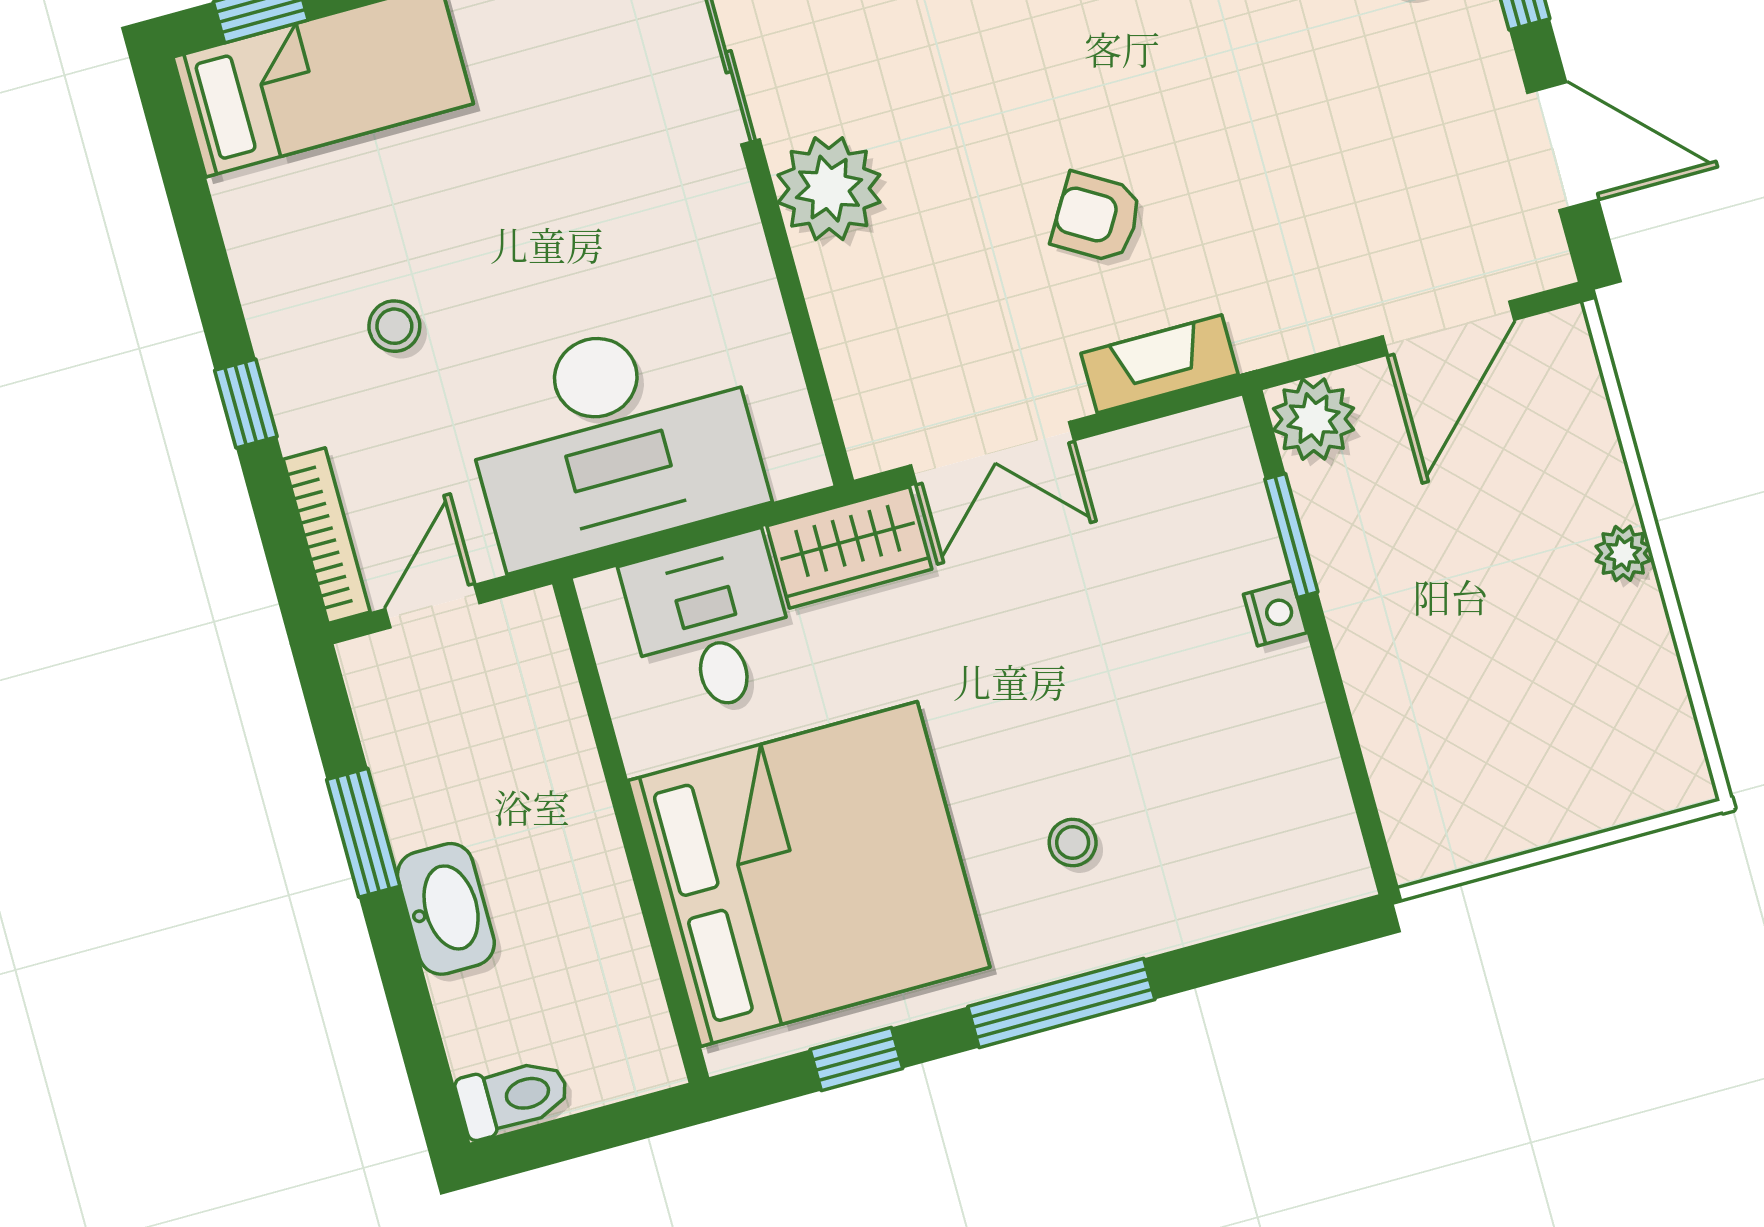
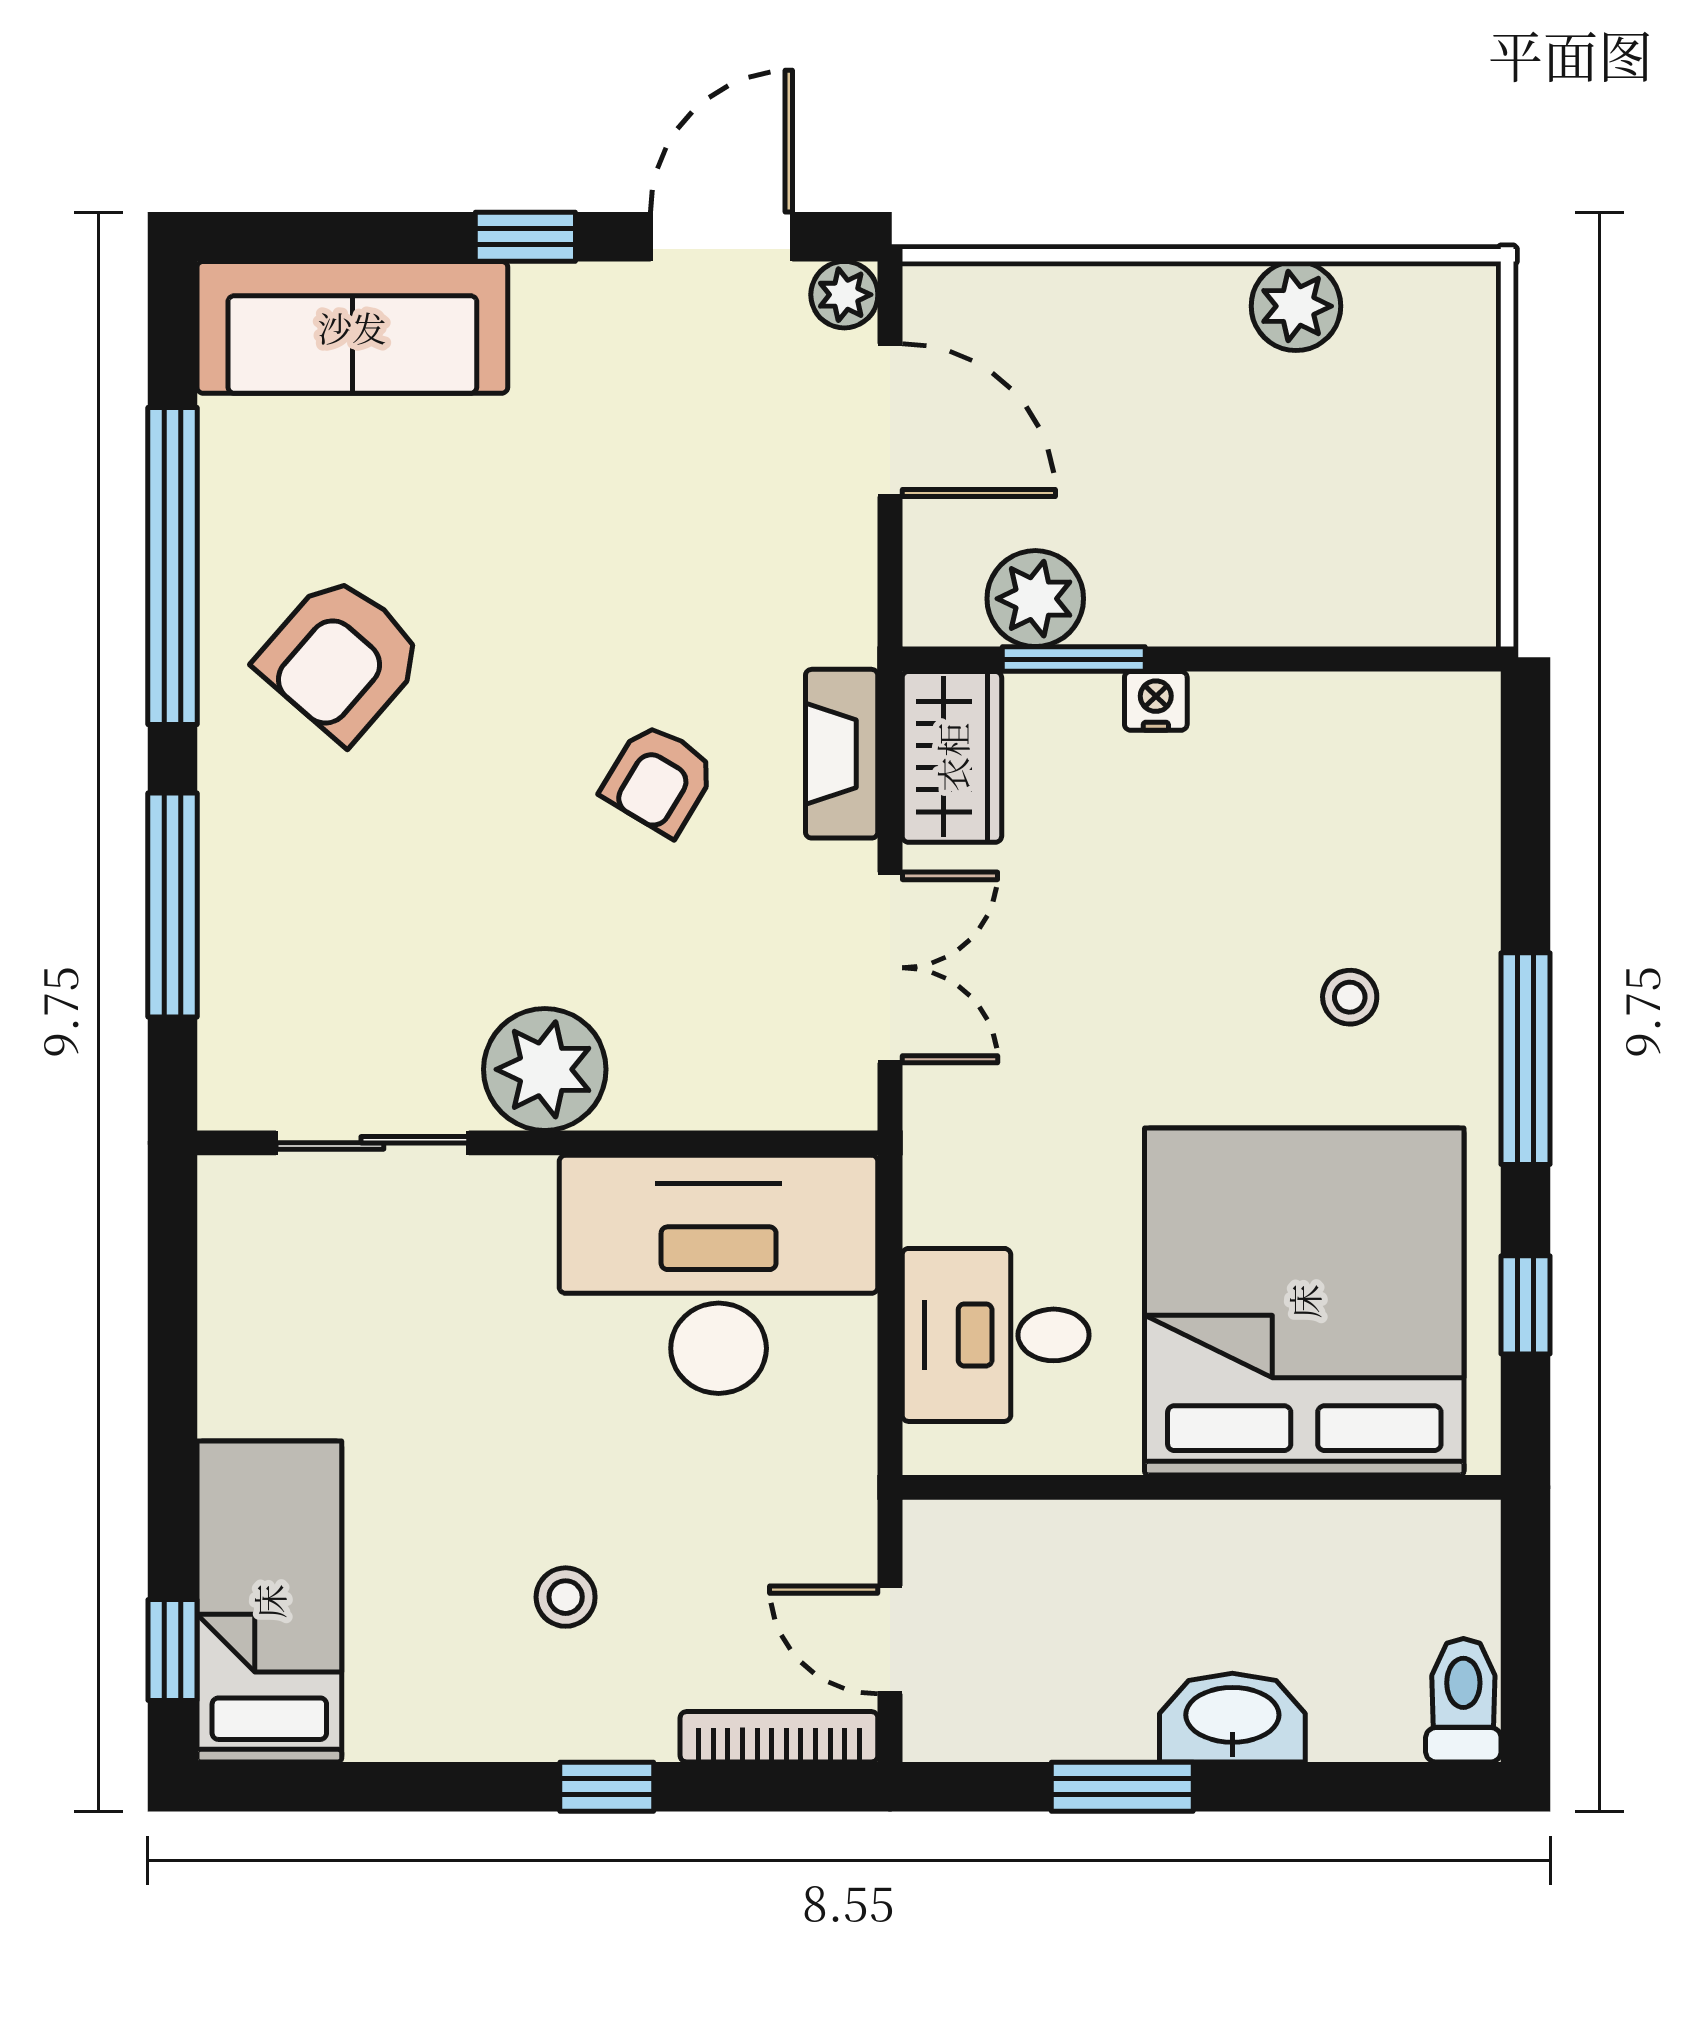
plant: (1542, 262) -> (844, 295), added
plant: (1314, 419) -> (1035, 599), moved
desk: (613, 439) -> (719, 1274), moved, turned -90
wardrobe: (849, 547) -> (952, 757), moved
plant: (1623, 553) -> (1296, 306), moved, width x1.38, depth x1.38

